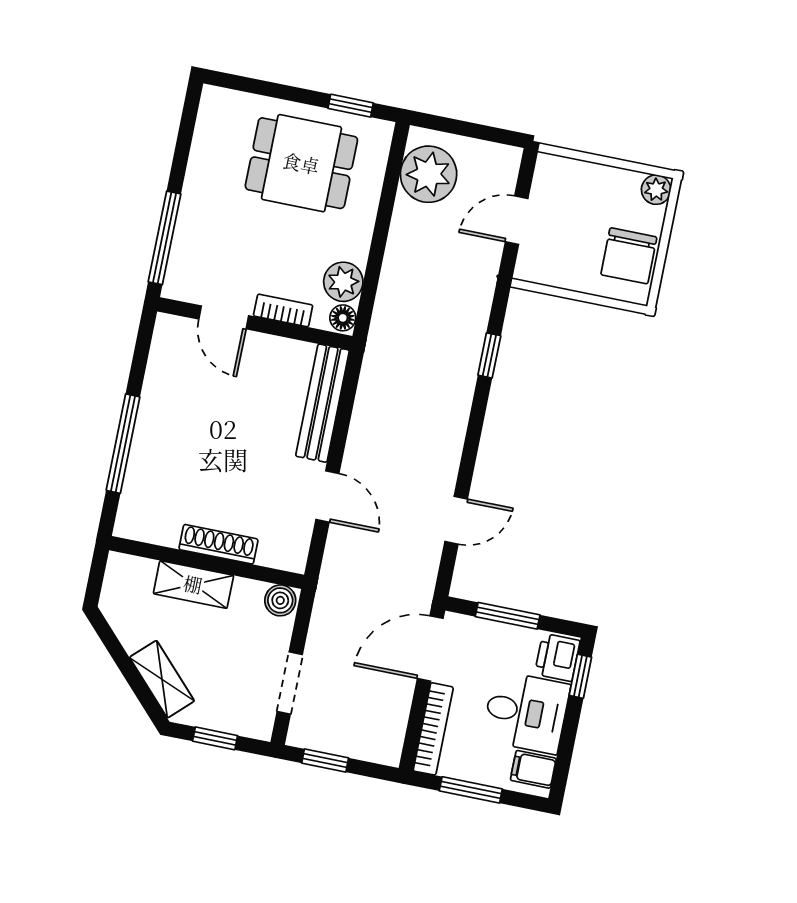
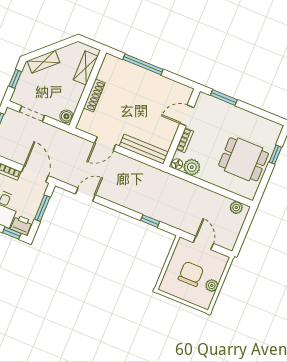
window: (351, 106) -> (275, 155), moved
dining table: (301, 163) -> (244, 159), turned 90
plant: (429, 174) -> (236, 208), width x0.53, depth x0.53
plant: (656, 190) -> (212, 285), moved
window: (164, 238) -> (224, 97), width x0.69
chair: (629, 256) -> (191, 274), moved, turned 90
door: (456, 520) -> (85, 195), swing flipped
shelving: (193, 584) -> (86, 68), moved

